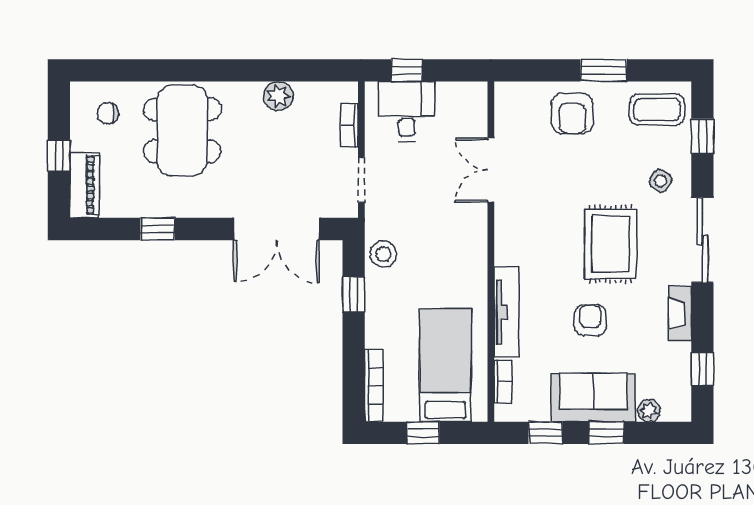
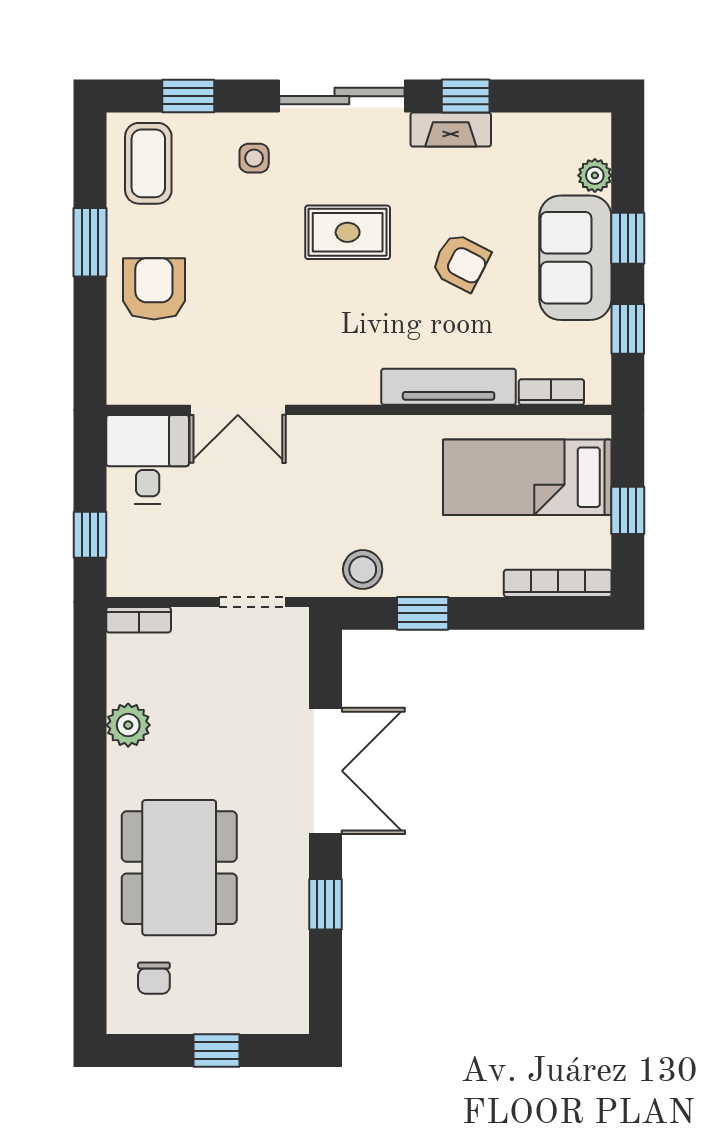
desk: (407, 111) -> (148, 459), moved, turned 90
armchair: (572, 113) -> (154, 289), turned -90
bookcase: (349, 125) -> (139, 620), moved
dining table: (182, 130) -> (179, 868), turned 90
side table: (661, 181) -> (254, 158), turned -35
piano: (85, 185) -> (260, 1012), removed
double door: (277, 229) -> (325, 771), moved
rug: (611, 244) -> (348, 232), width x0.73, depth x0.70
armchair: (590, 320) -> (461, 262), turned -153
window: (702, 369) -> (466, 96), moved

